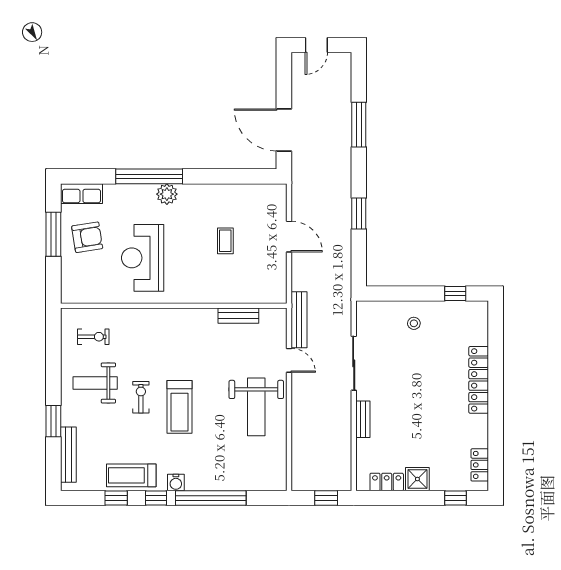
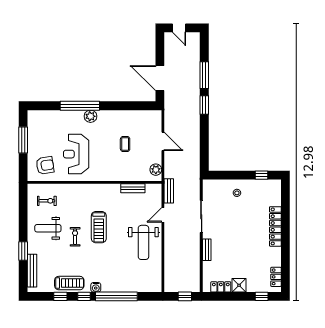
door: (316, 45) -> (179, 28), hinge flipped
row of seats: (81, 194) -> (40, 116), removed
window: (359, 214) -> (204, 105), moved
armchair: (87, 237) -> (45, 165), moved
plant: (277, 284) -> (156, 170), added
bench: (299, 320) -> (169, 191), width x0.73
door: (289, 360) -> (163, 215), swing flipped
treadmill: (180, 407) -> (99, 227), moved
treadmill: (131, 475) -> (69, 283), turned 180

